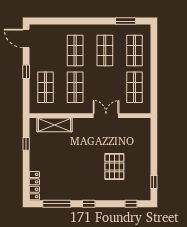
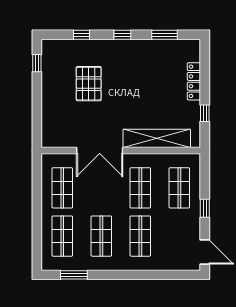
double door: (106, 116) -> (100, 150), width x1.37
shelving: (54, 125) -> (157, 138), width x1.47
locker: (34, 186) -> (194, 81), moved
window: (57, 204) -> (164, 35), width x0.69
window: (131, 204) -> (82, 35), moved

